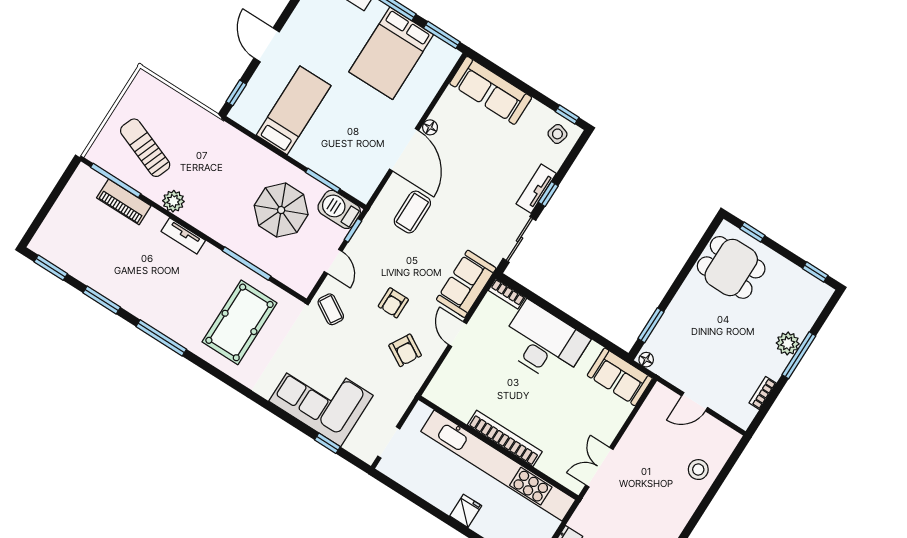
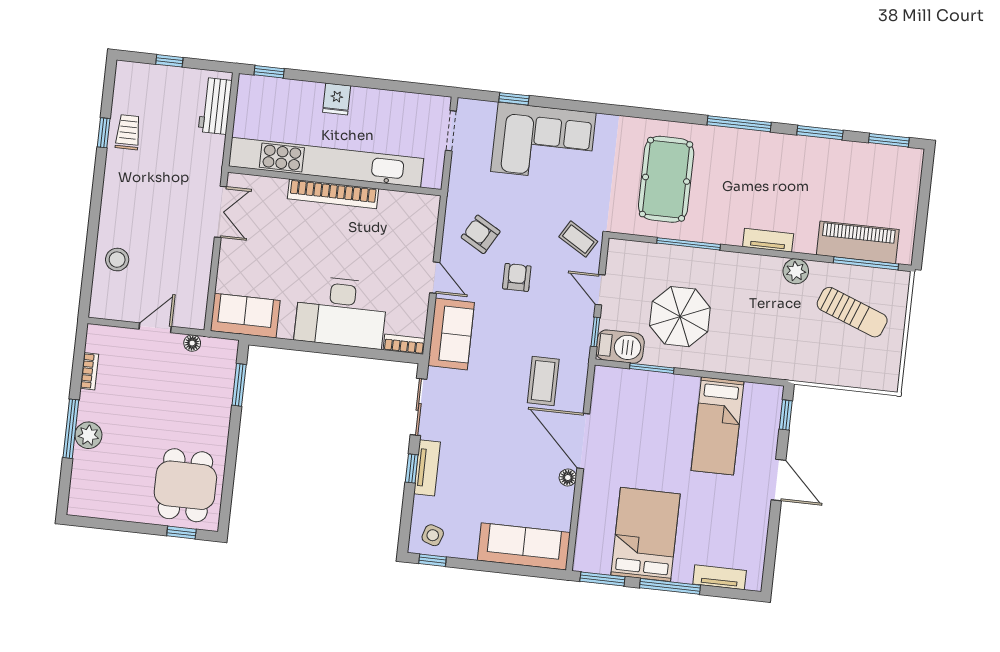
piano: (124, 202) -> (858, 242), width x1.37, depth x1.33
dining table: (731, 267) -> (185, 485), turned 90
window: (815, 272) -> (96, 523), removed
floor lamp: (646, 360) -> (192, 343), moved

